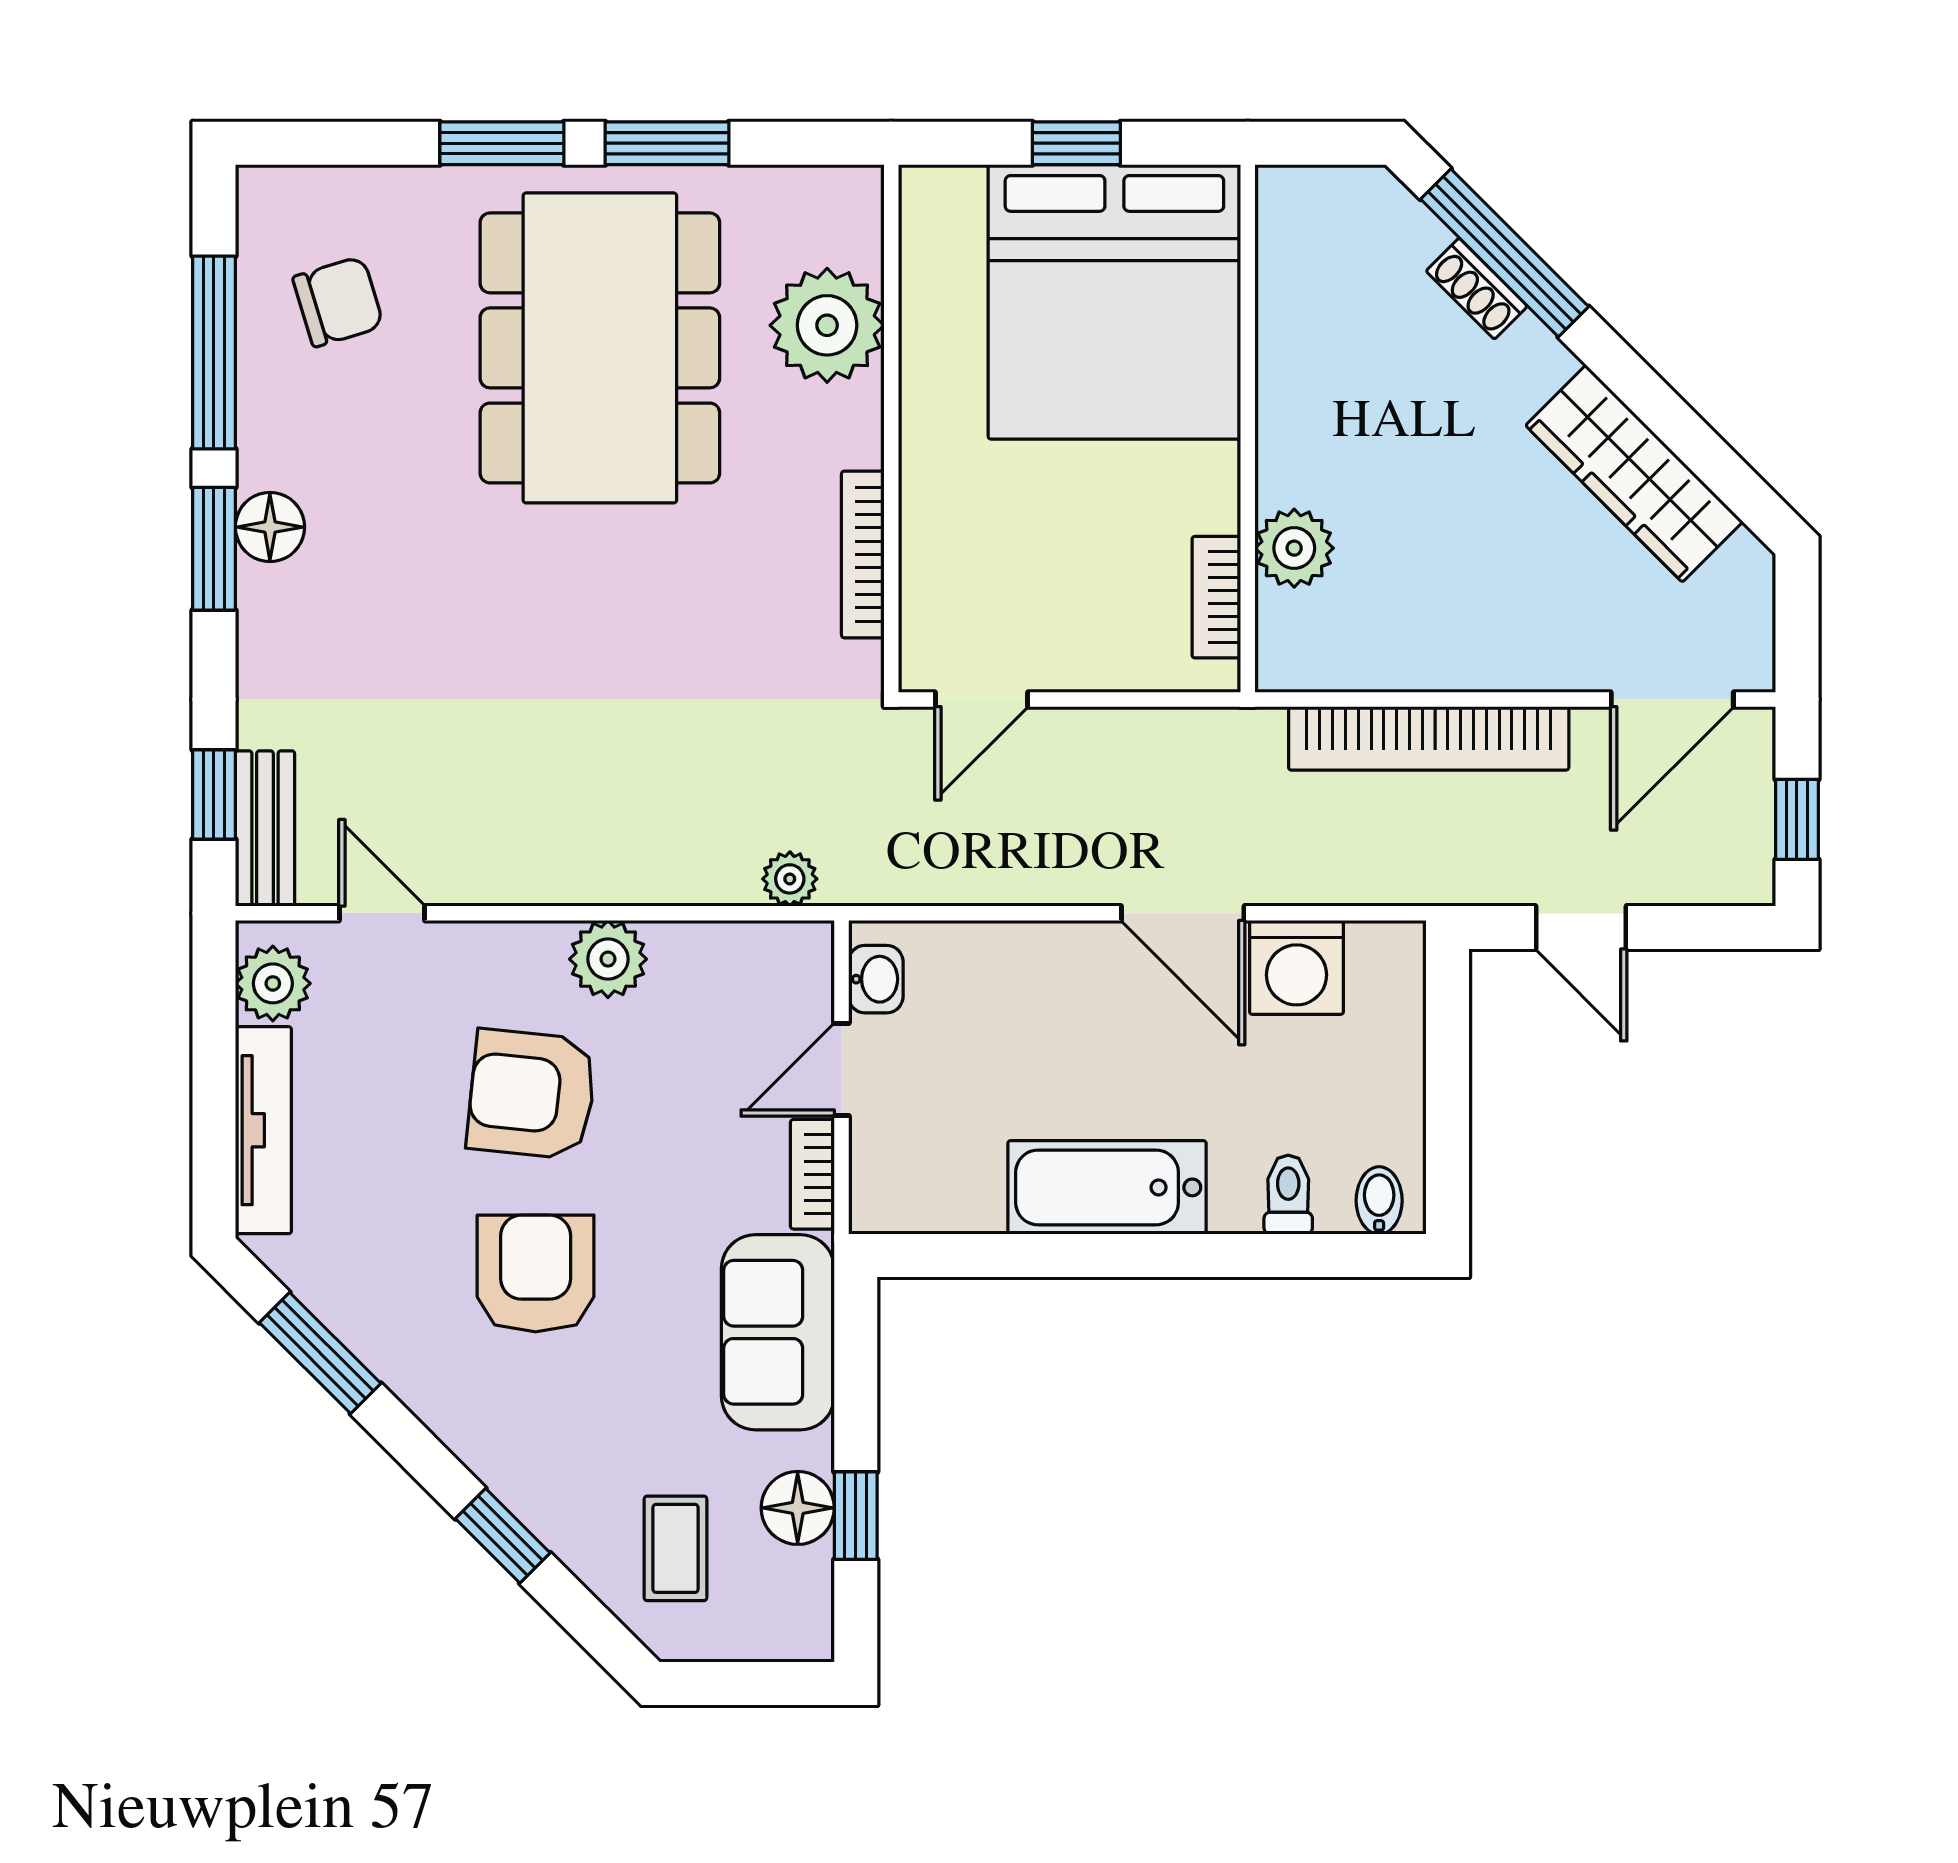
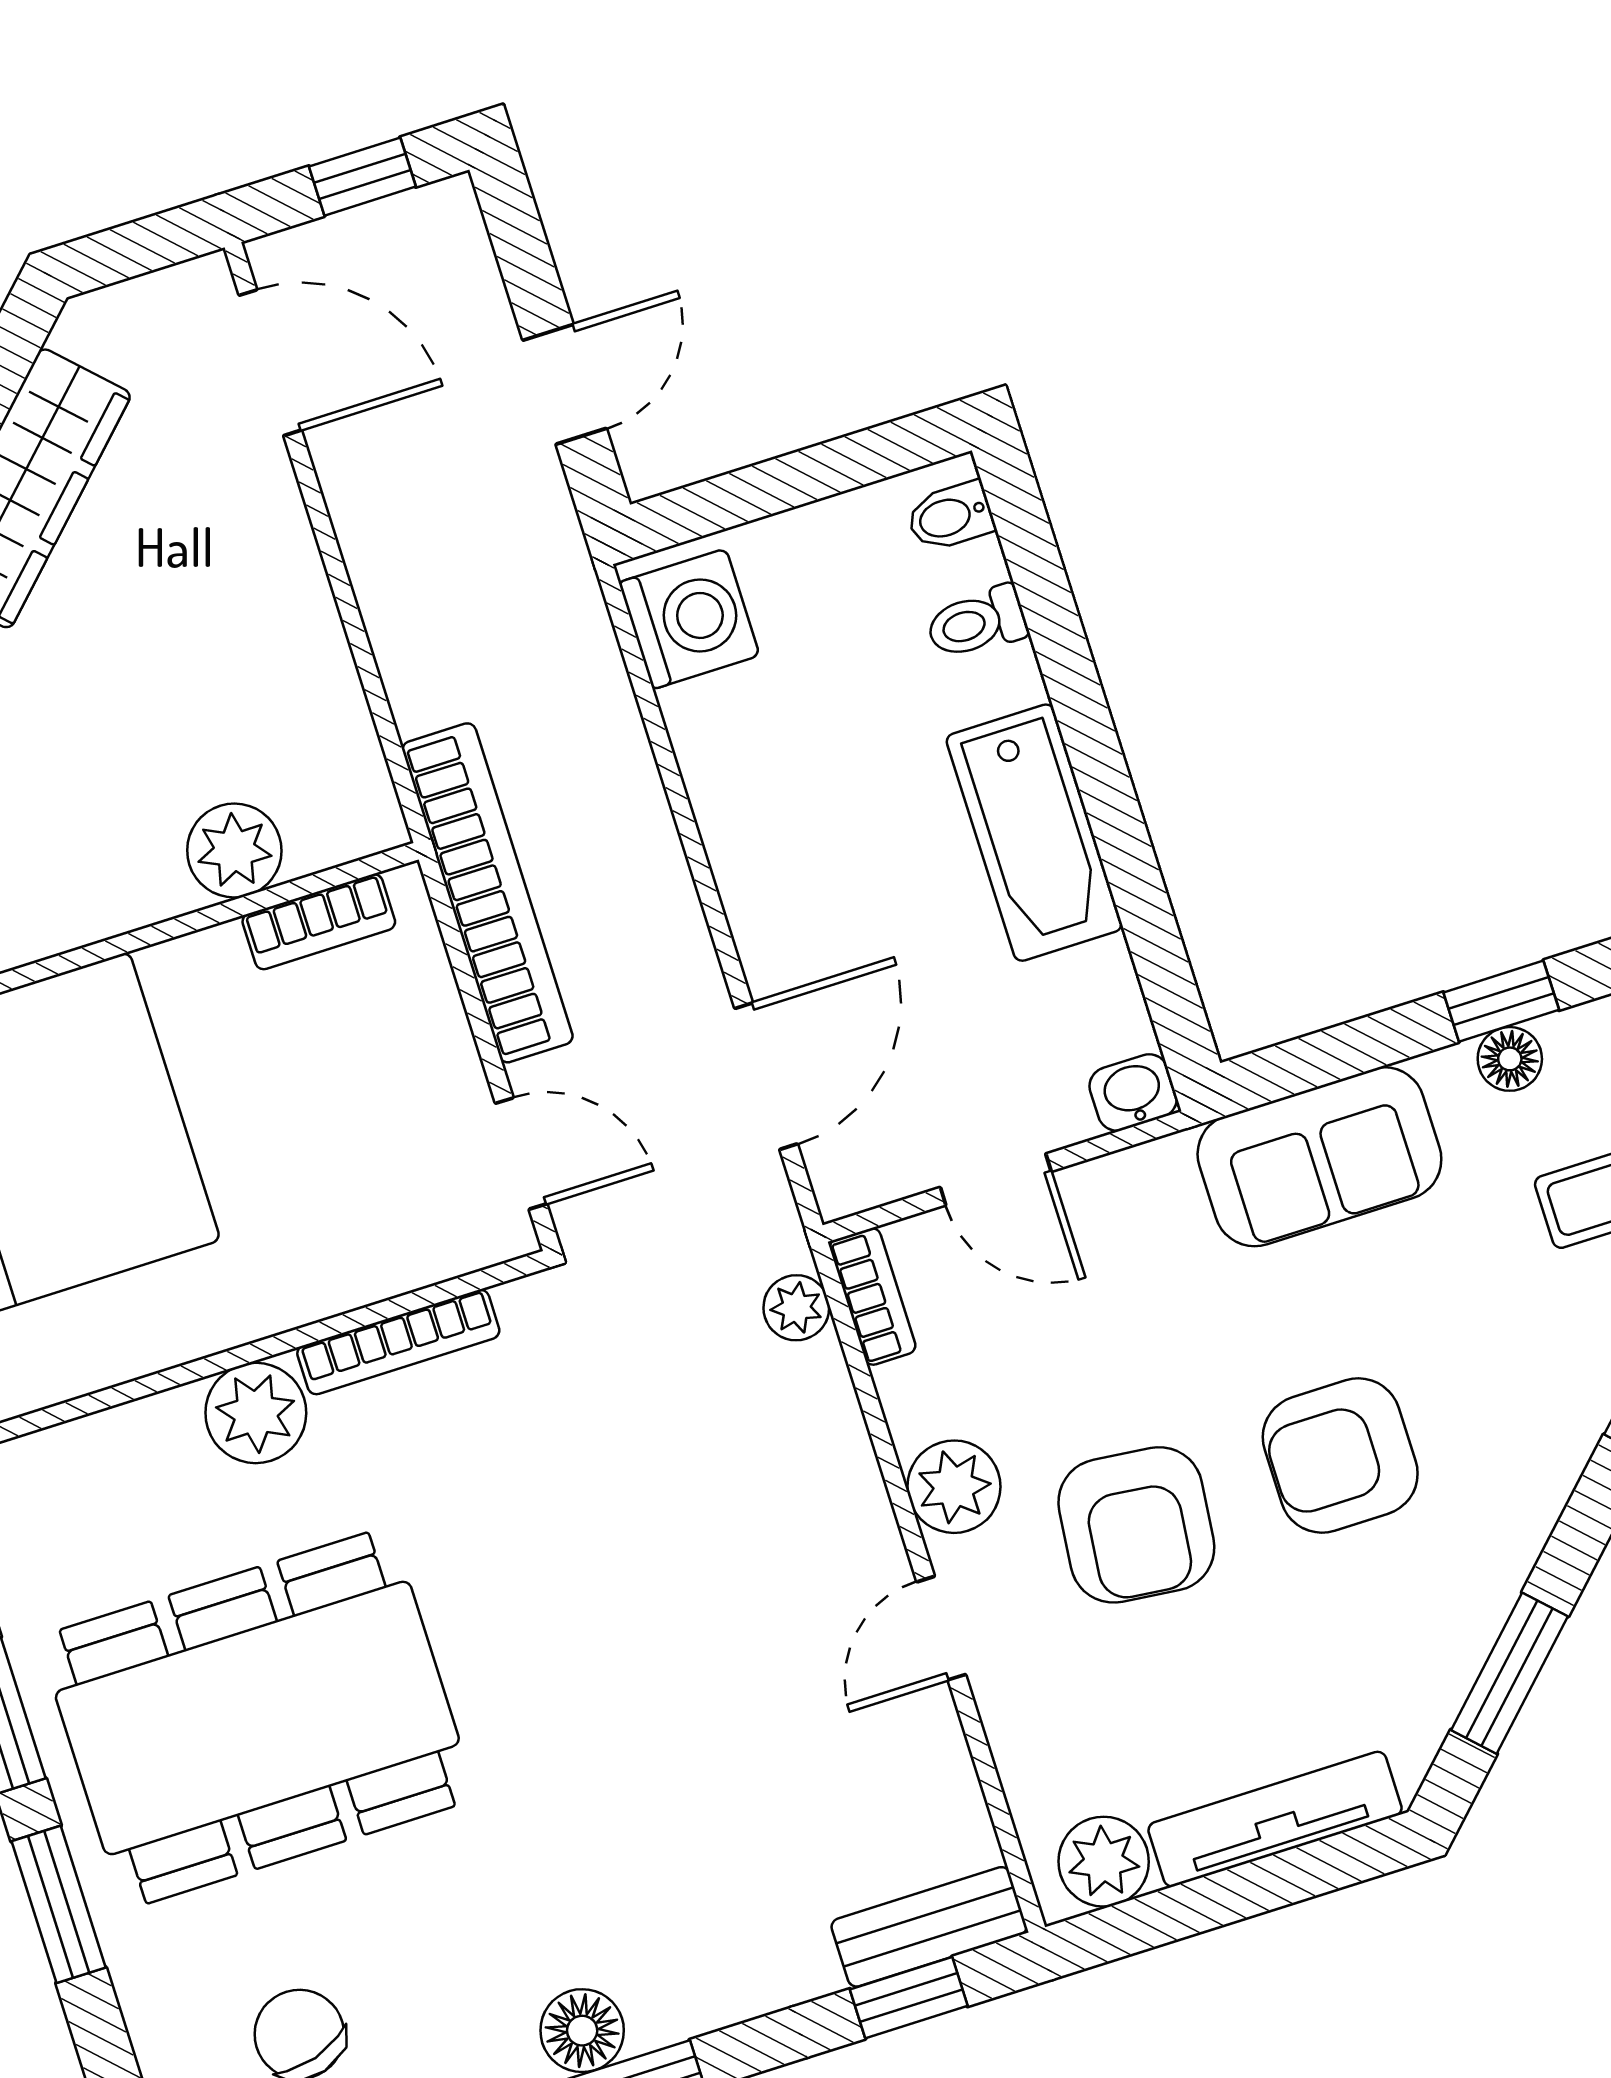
plant: (827, 325) -> (256, 1413), moved, width x0.73, depth x0.73
bookcase: (1429, 738) -> (487, 893), moved
door: (382, 913) -> (941, 1628), moved
door: (1183, 913) -> (766, 1076), moved
washing machine: (1296, 967) -> (689, 619), moved
washbasin: (876, 979) -> (1133, 1093), moved
bookcase: (812, 1174) -> (873, 1296), moved, turned -90
floor lamp: (798, 1508) -> (1510, 1059), width x0.73, depth x0.73

